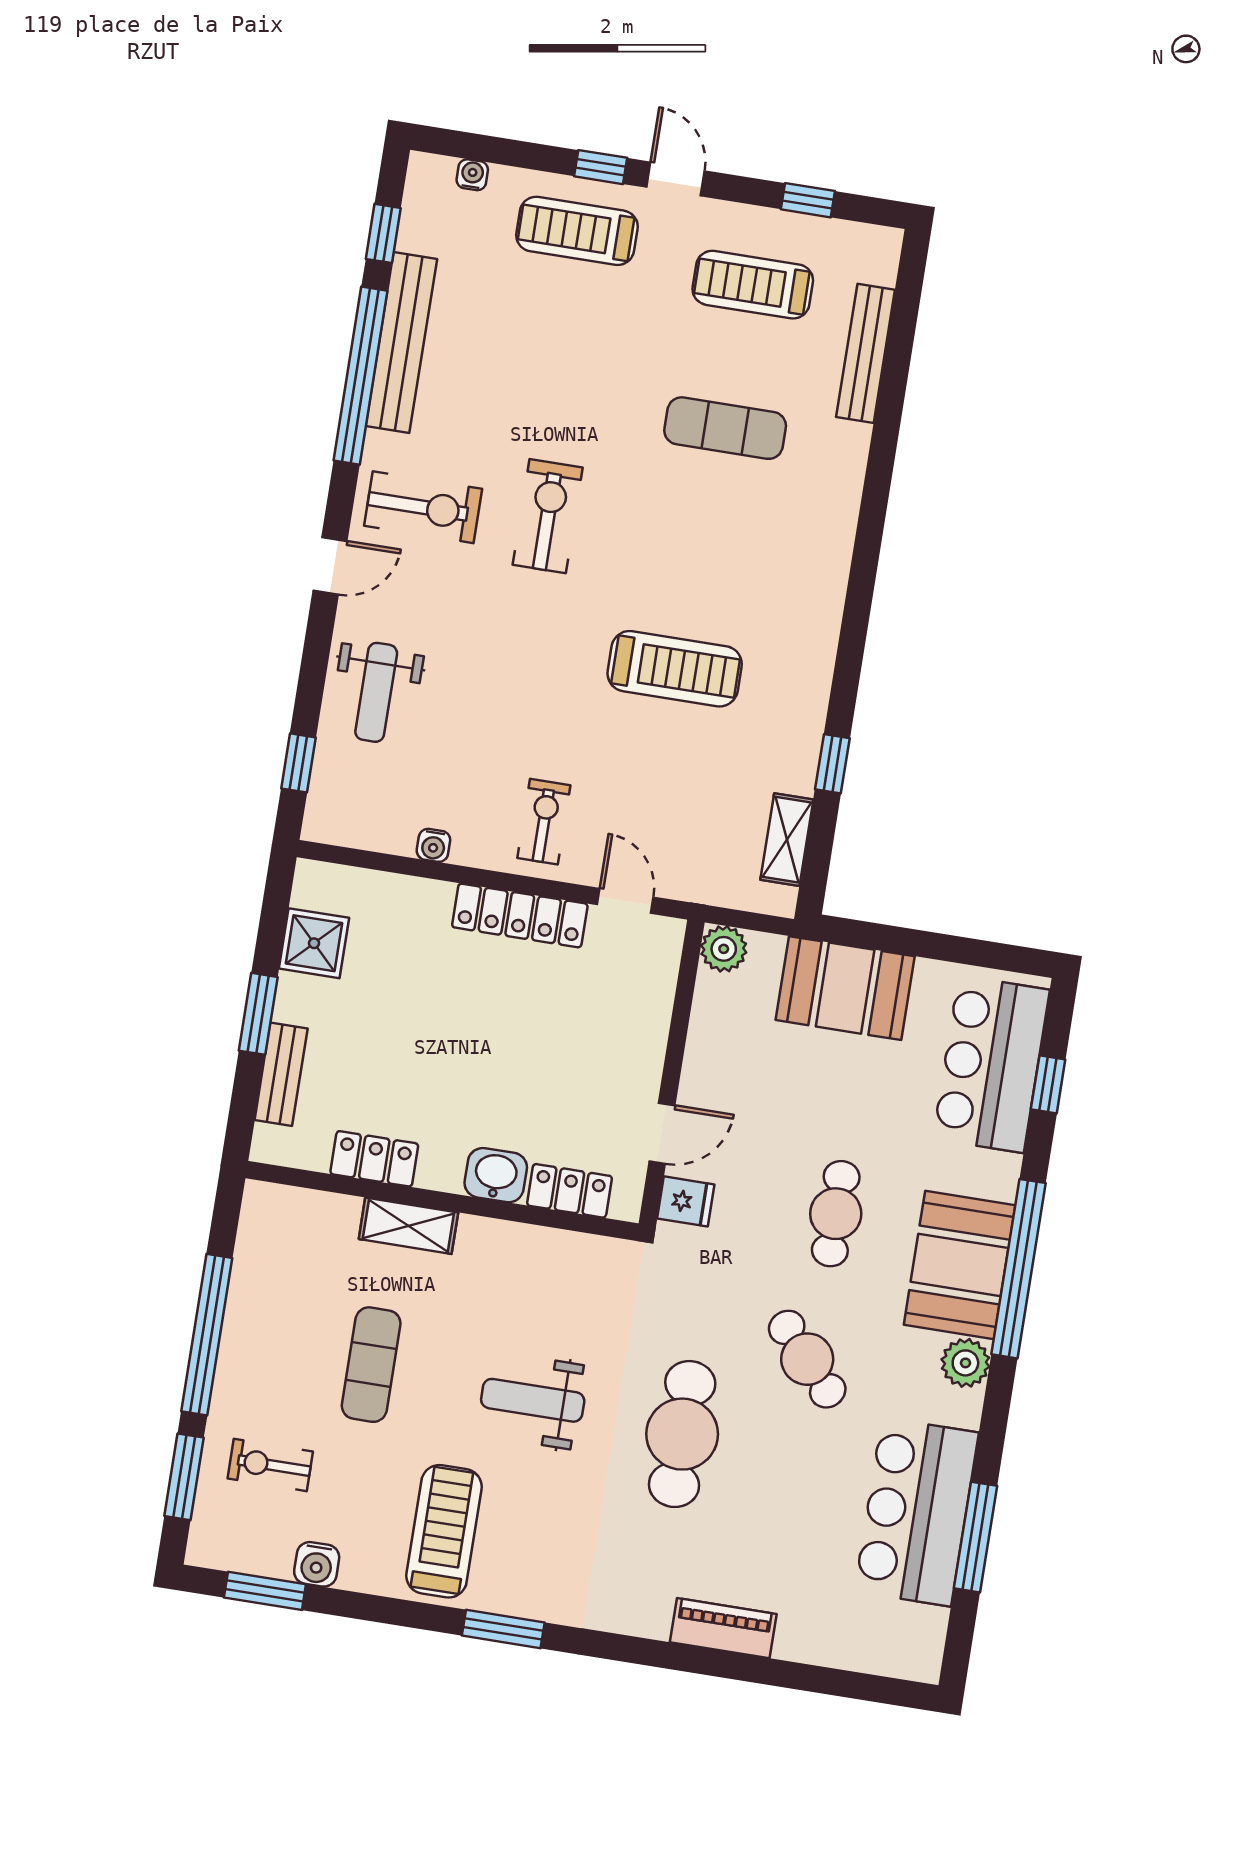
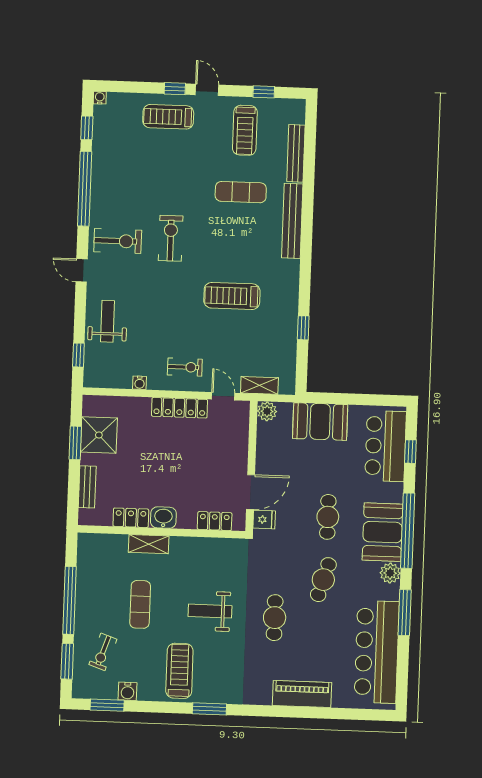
water cooler: (472, 175) -> (100, 98), moved
treadmill: (753, 285) -> (245, 130), turned -90
bench: (401, 342) -> (292, 221), moved
door: (330, 566) -> (82, 270), swing flipped
treadmill: (675, 669) -> (232, 296), turned 180
weight bench: (376, 692) -> (108, 321), turned 180
exercise bike: (544, 822) -> (185, 367), turned 90
shelving: (787, 840) -> (259, 385), moved, turned 90
shower: (314, 943) -> (99, 435), width x1.36, depth x1.36
window: (258, 1014) -> (75, 443), moved
door: (662, 1133) -> (251, 492), width x1.38
washbasin: (496, 1175) -> (163, 518), moved
cafe table: (807, 1359) -> (323, 580), turned 59
cafe table: (682, 1434) -> (275, 618), width x0.73, depth x0.74
exercise bike: (270, 1465) -> (103, 652), turned -71
bar counter: (917, 1512) -> (377, 652), width x1.36
window: (976, 1537) -> (405, 613), moved
piano: (723, 1628) -> (302, 694), width x1.37, depth x1.33

